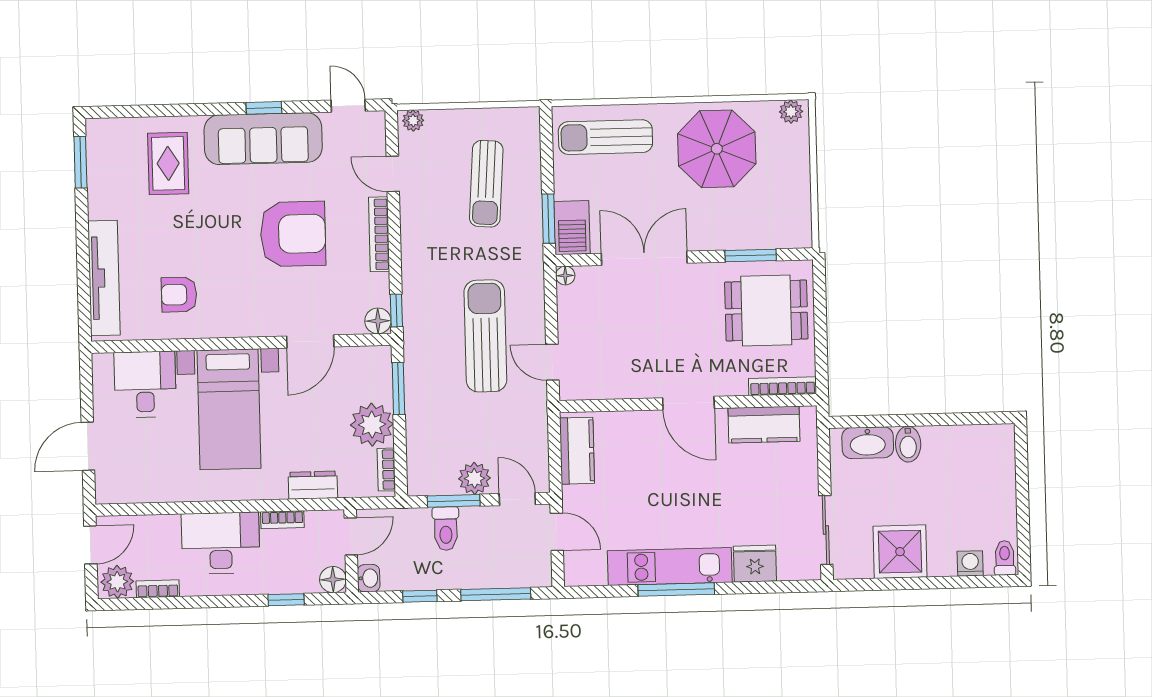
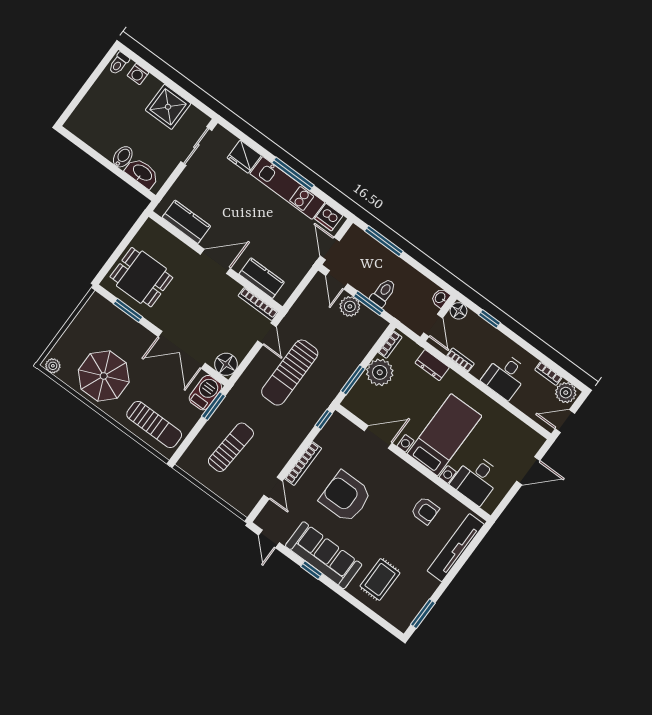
plant: (413, 121) -> (243, 507), removed
floor lamp: (565, 276) -> (226, 364), width x1.89, depth x1.89
floor lamp: (378, 321) -> (337, 421), removed
bookcase: (783, 386) -> (258, 304), moved
door: (688, 403) -> (215, 261), hinge flipped
kitchen counter: (577, 451) -> (262, 278), moved, turned 90
door: (351, 536) -> (433, 325), swing flipped
desk: (221, 543) -> (505, 376), width x0.73
dishwasher: (589, 570) -> (329, 217), added
window: (420, 596) -> (422, 269), removed

